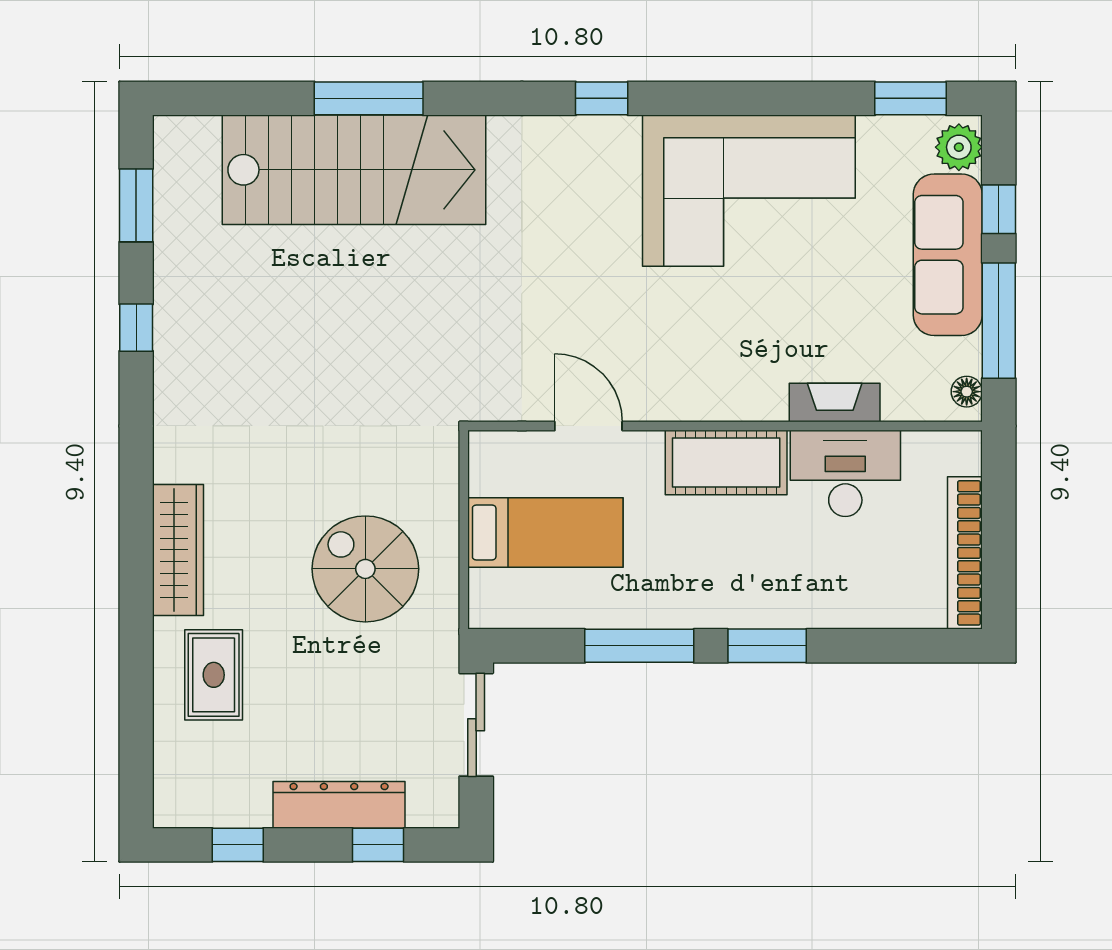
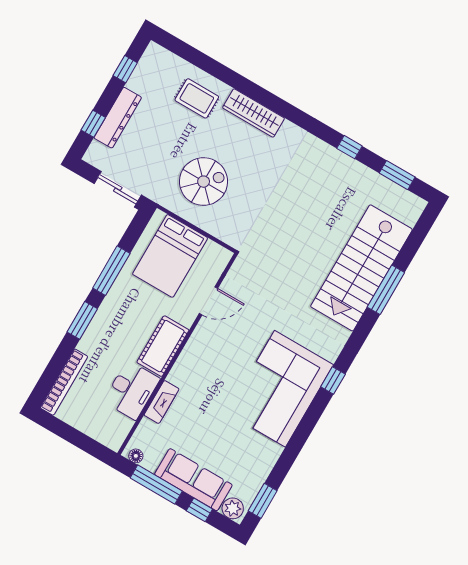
corner sofa: (749, 191) -> (280, 389), moved
bed: (545, 532) -> (170, 256), width x1.50
bookcase: (965, 553) -> (64, 382), moved, turned 90

